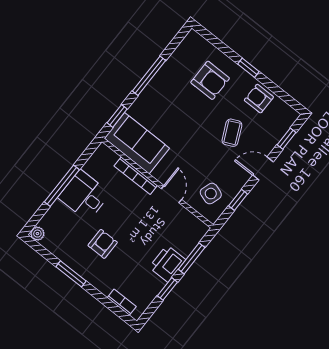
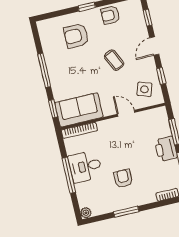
armchair: (210, 80) -> (76, 36), turned 180
coffee table: (232, 133) -> (114, 60), moved
bookcase: (136, 176) -> (79, 130), moved

